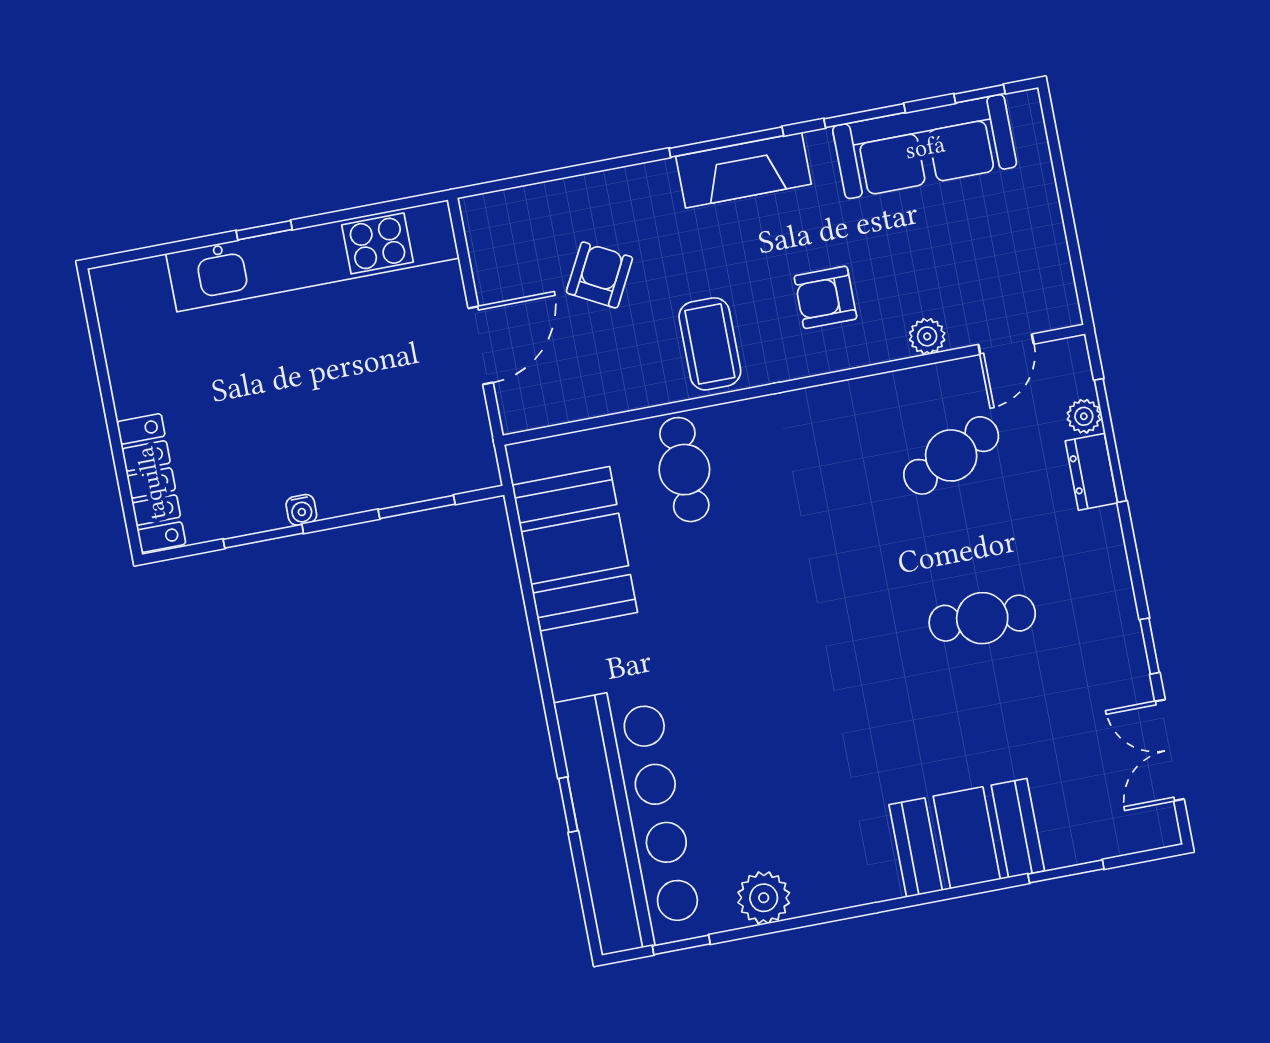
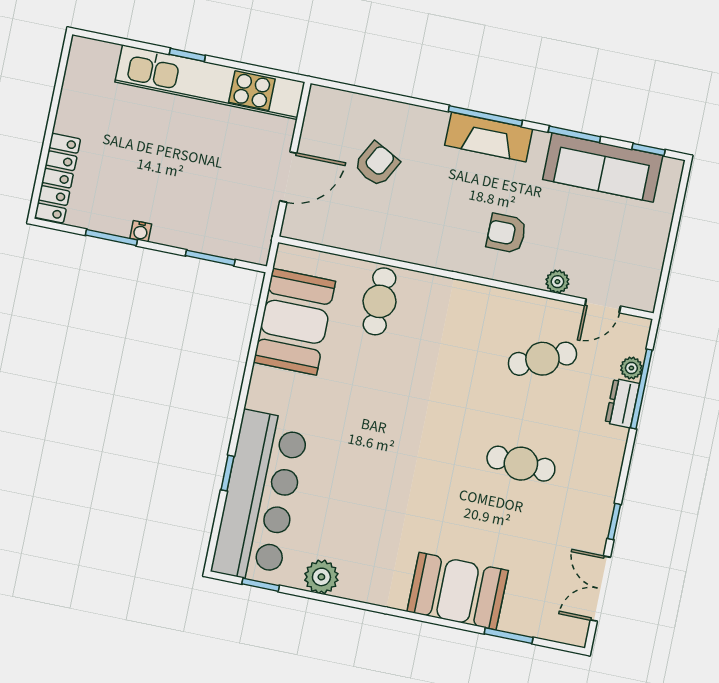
coffee table: (710, 344) -> (426, 233), removed

